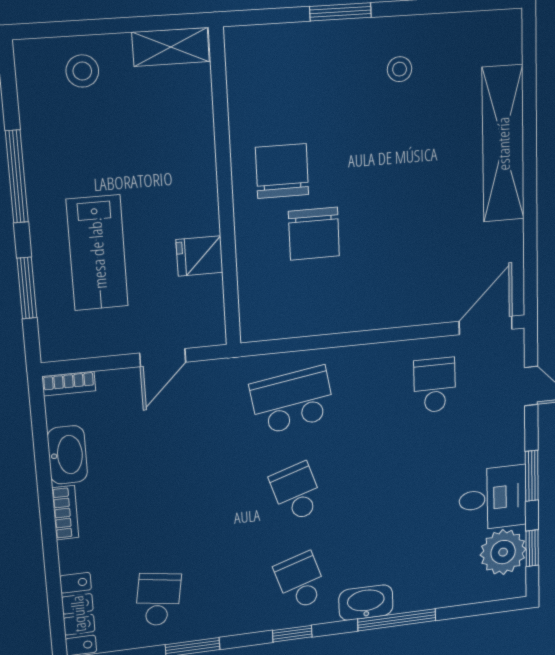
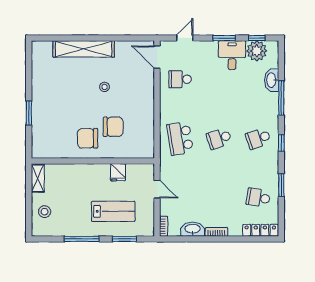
stool: (400, 69) -> (104, 87), moved
washbasin: (366, 603) -> (272, 80), moved

